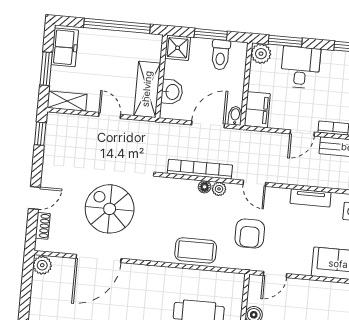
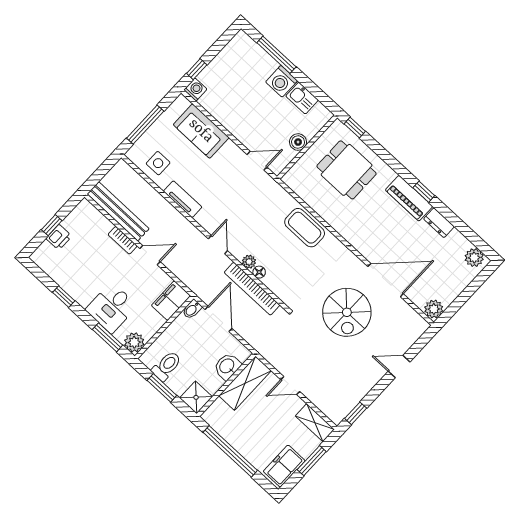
door: (110, 115) -> (290, 386), hinge flipped
door: (208, 124) -> (219, 319), swing flipped
shoe rack: (43, 226) -> (410, 340), removed
armchair: (250, 234) -> (252, 208), removed

